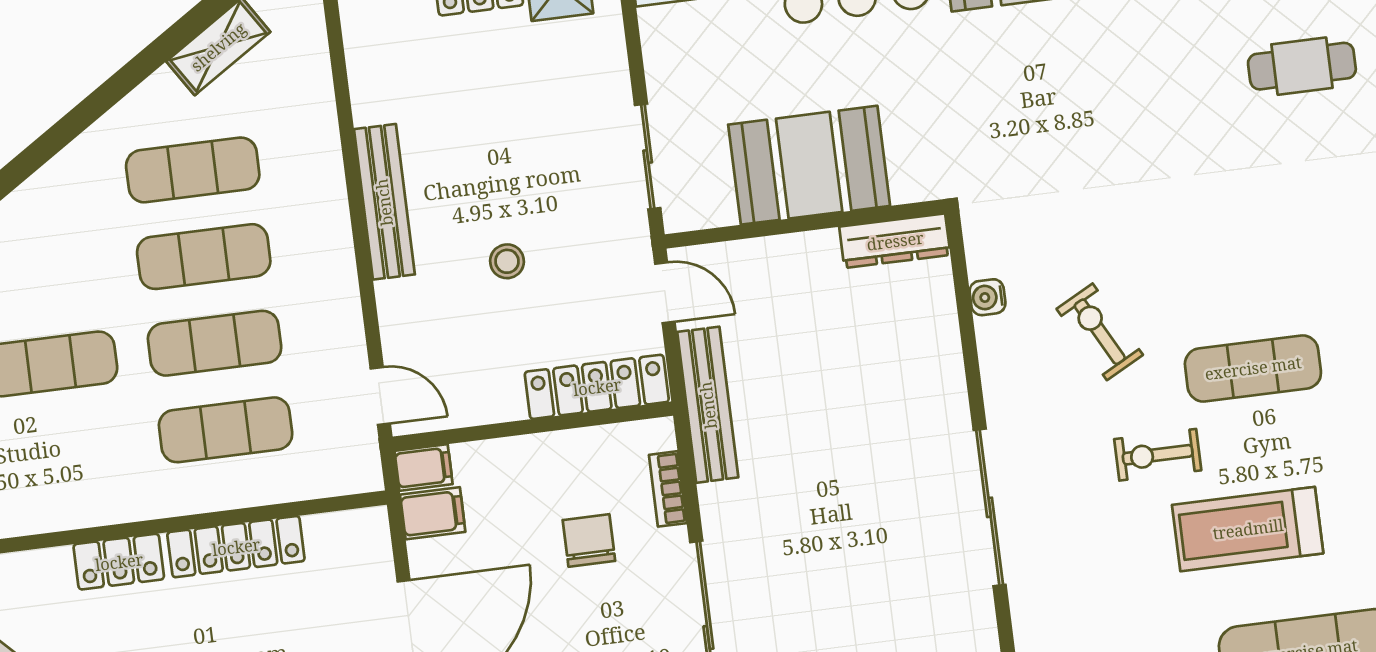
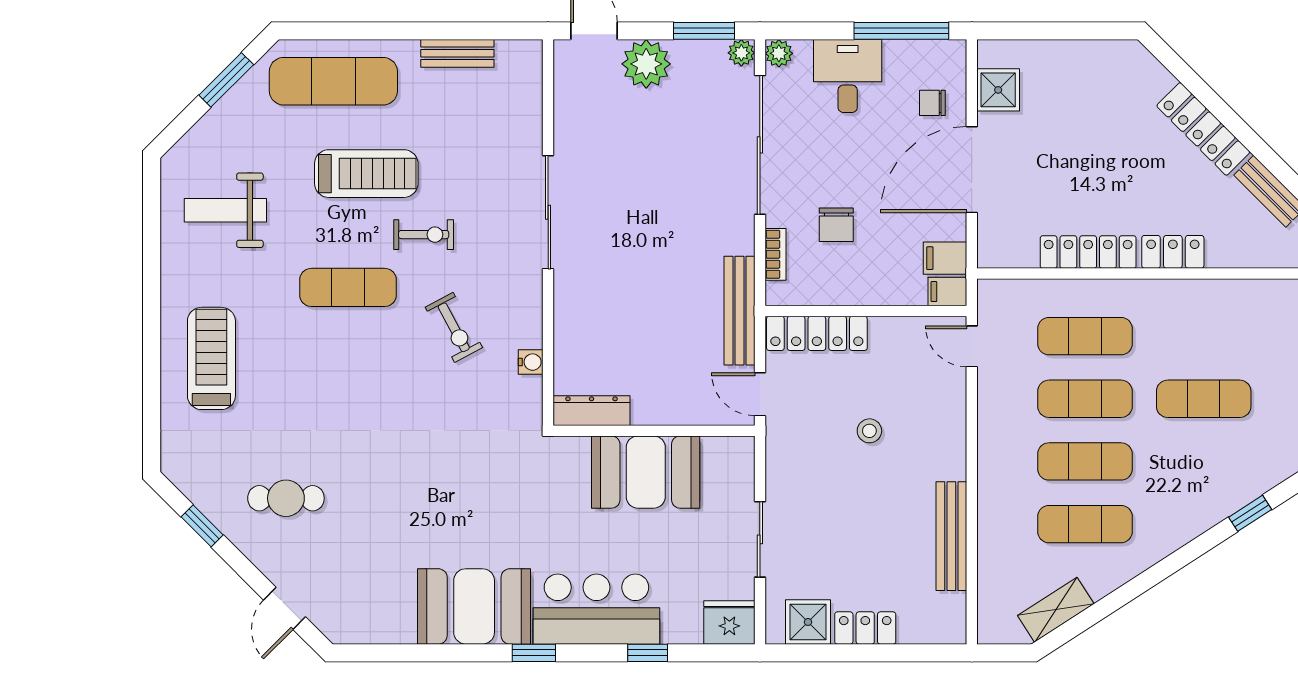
sliding door: (648, 157) -> (760, 539), moved
bench: (384, 202) -> (951, 536), moved

